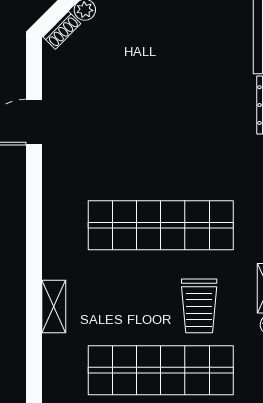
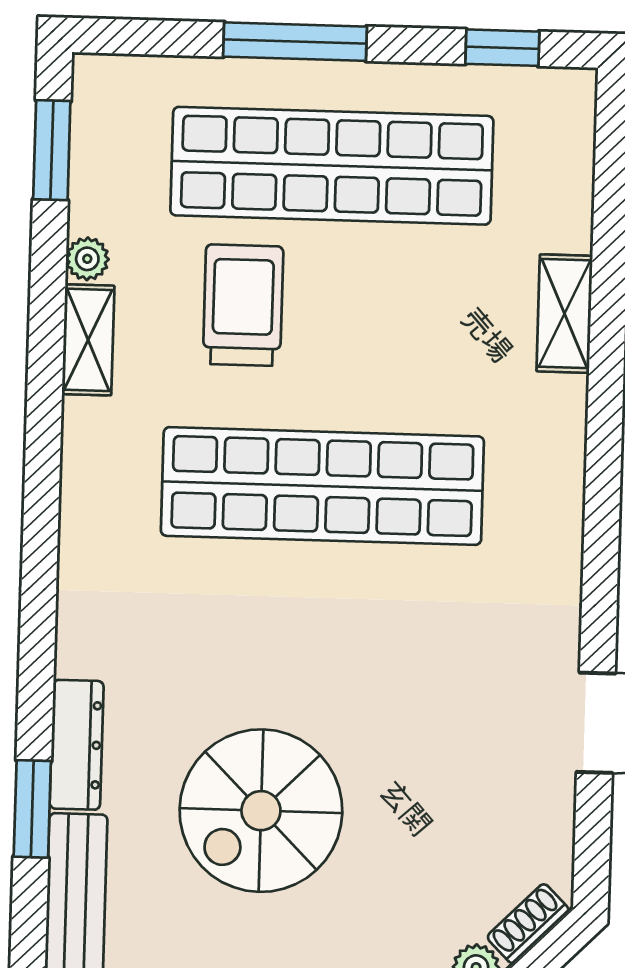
spiral stairs: (184, 78) -> (261, 811), added

